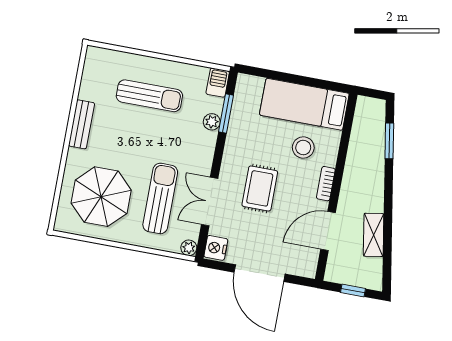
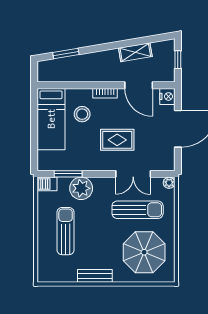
plant: (212, 122) -> (81, 188), width x1.87, depth x1.87
sun lounger: (160, 198) -> (138, 210), turned 180
nightstand: (216, 248) -> (167, 96), moved, turned -90

